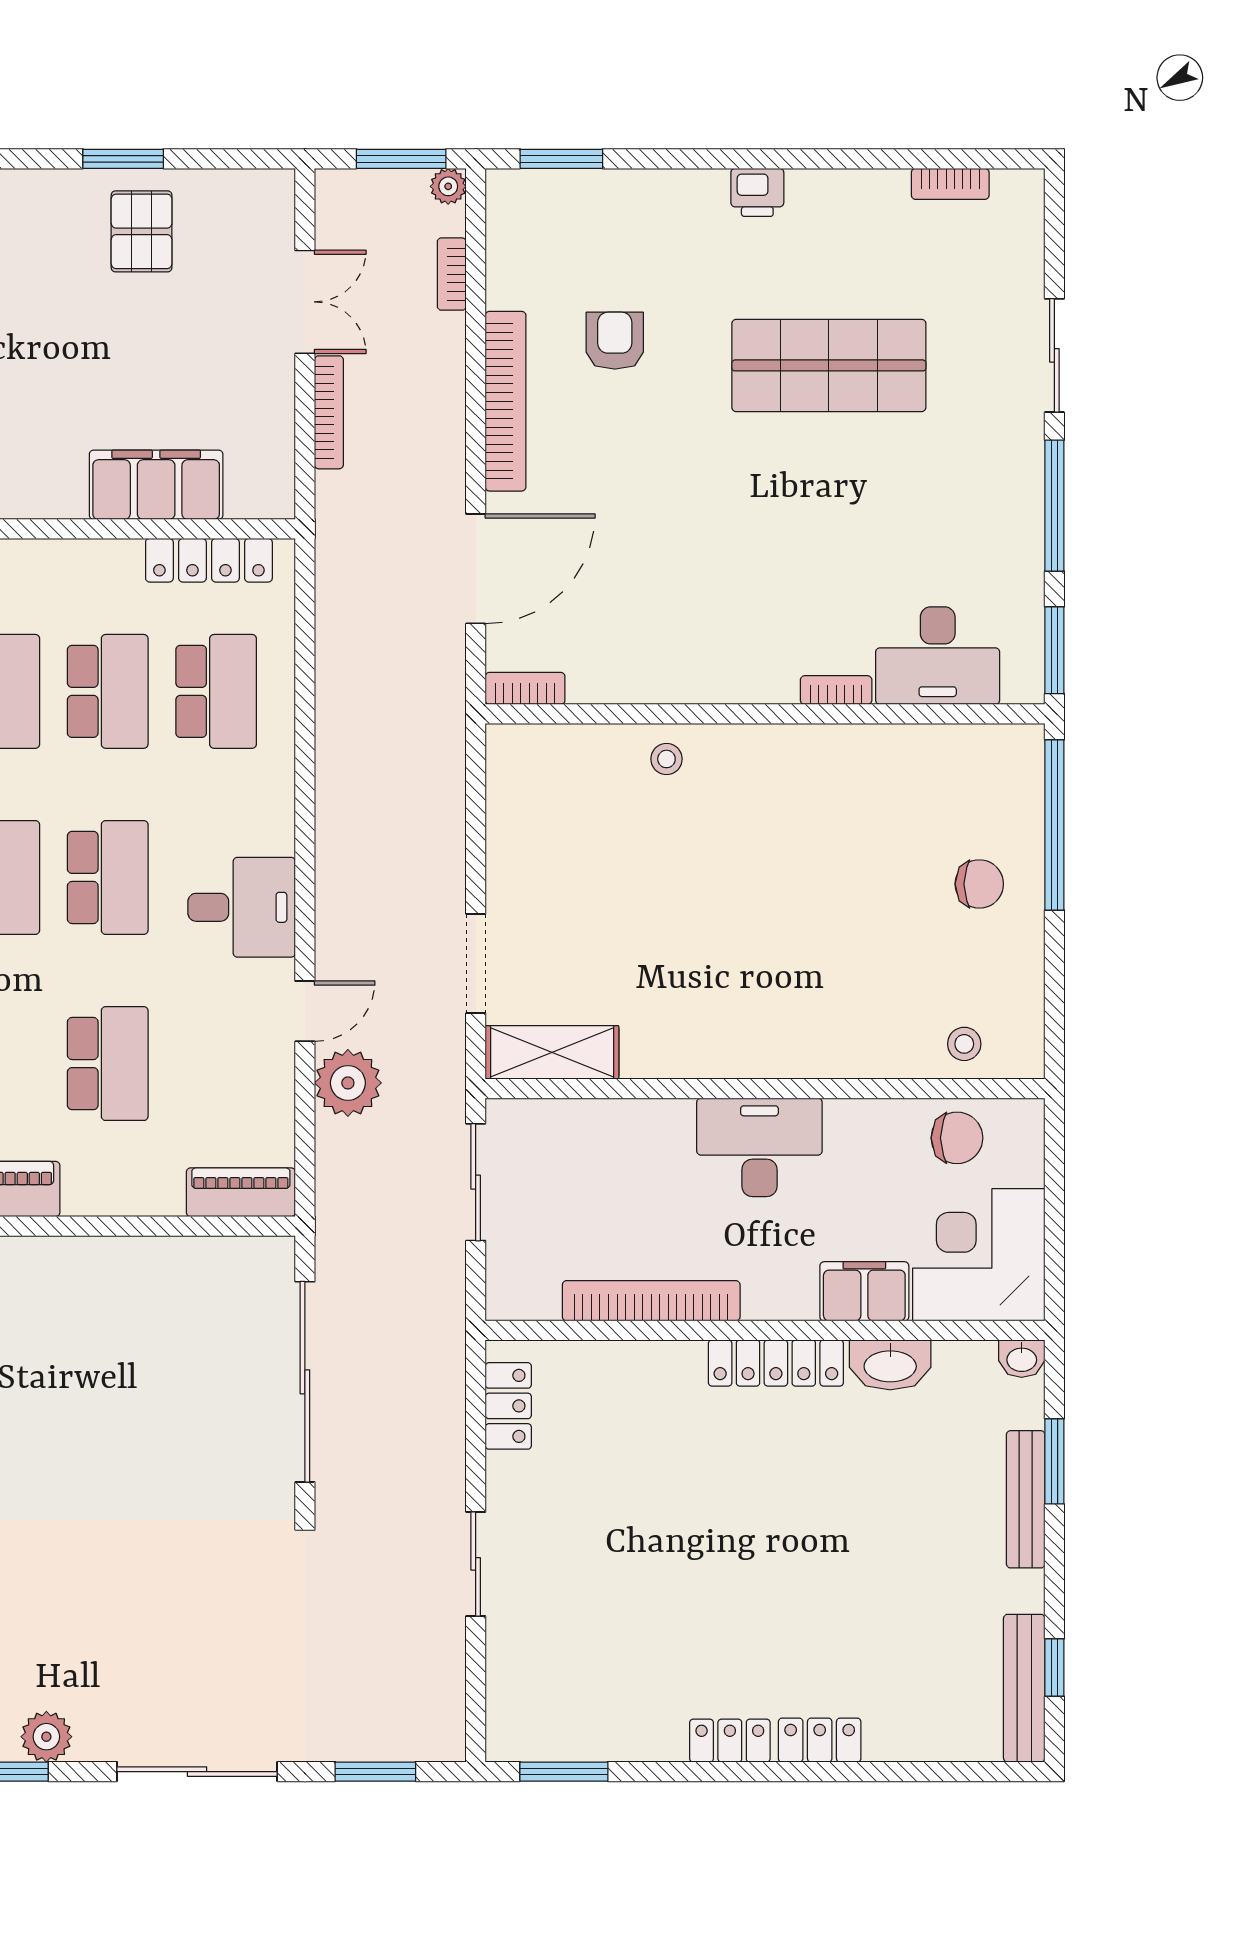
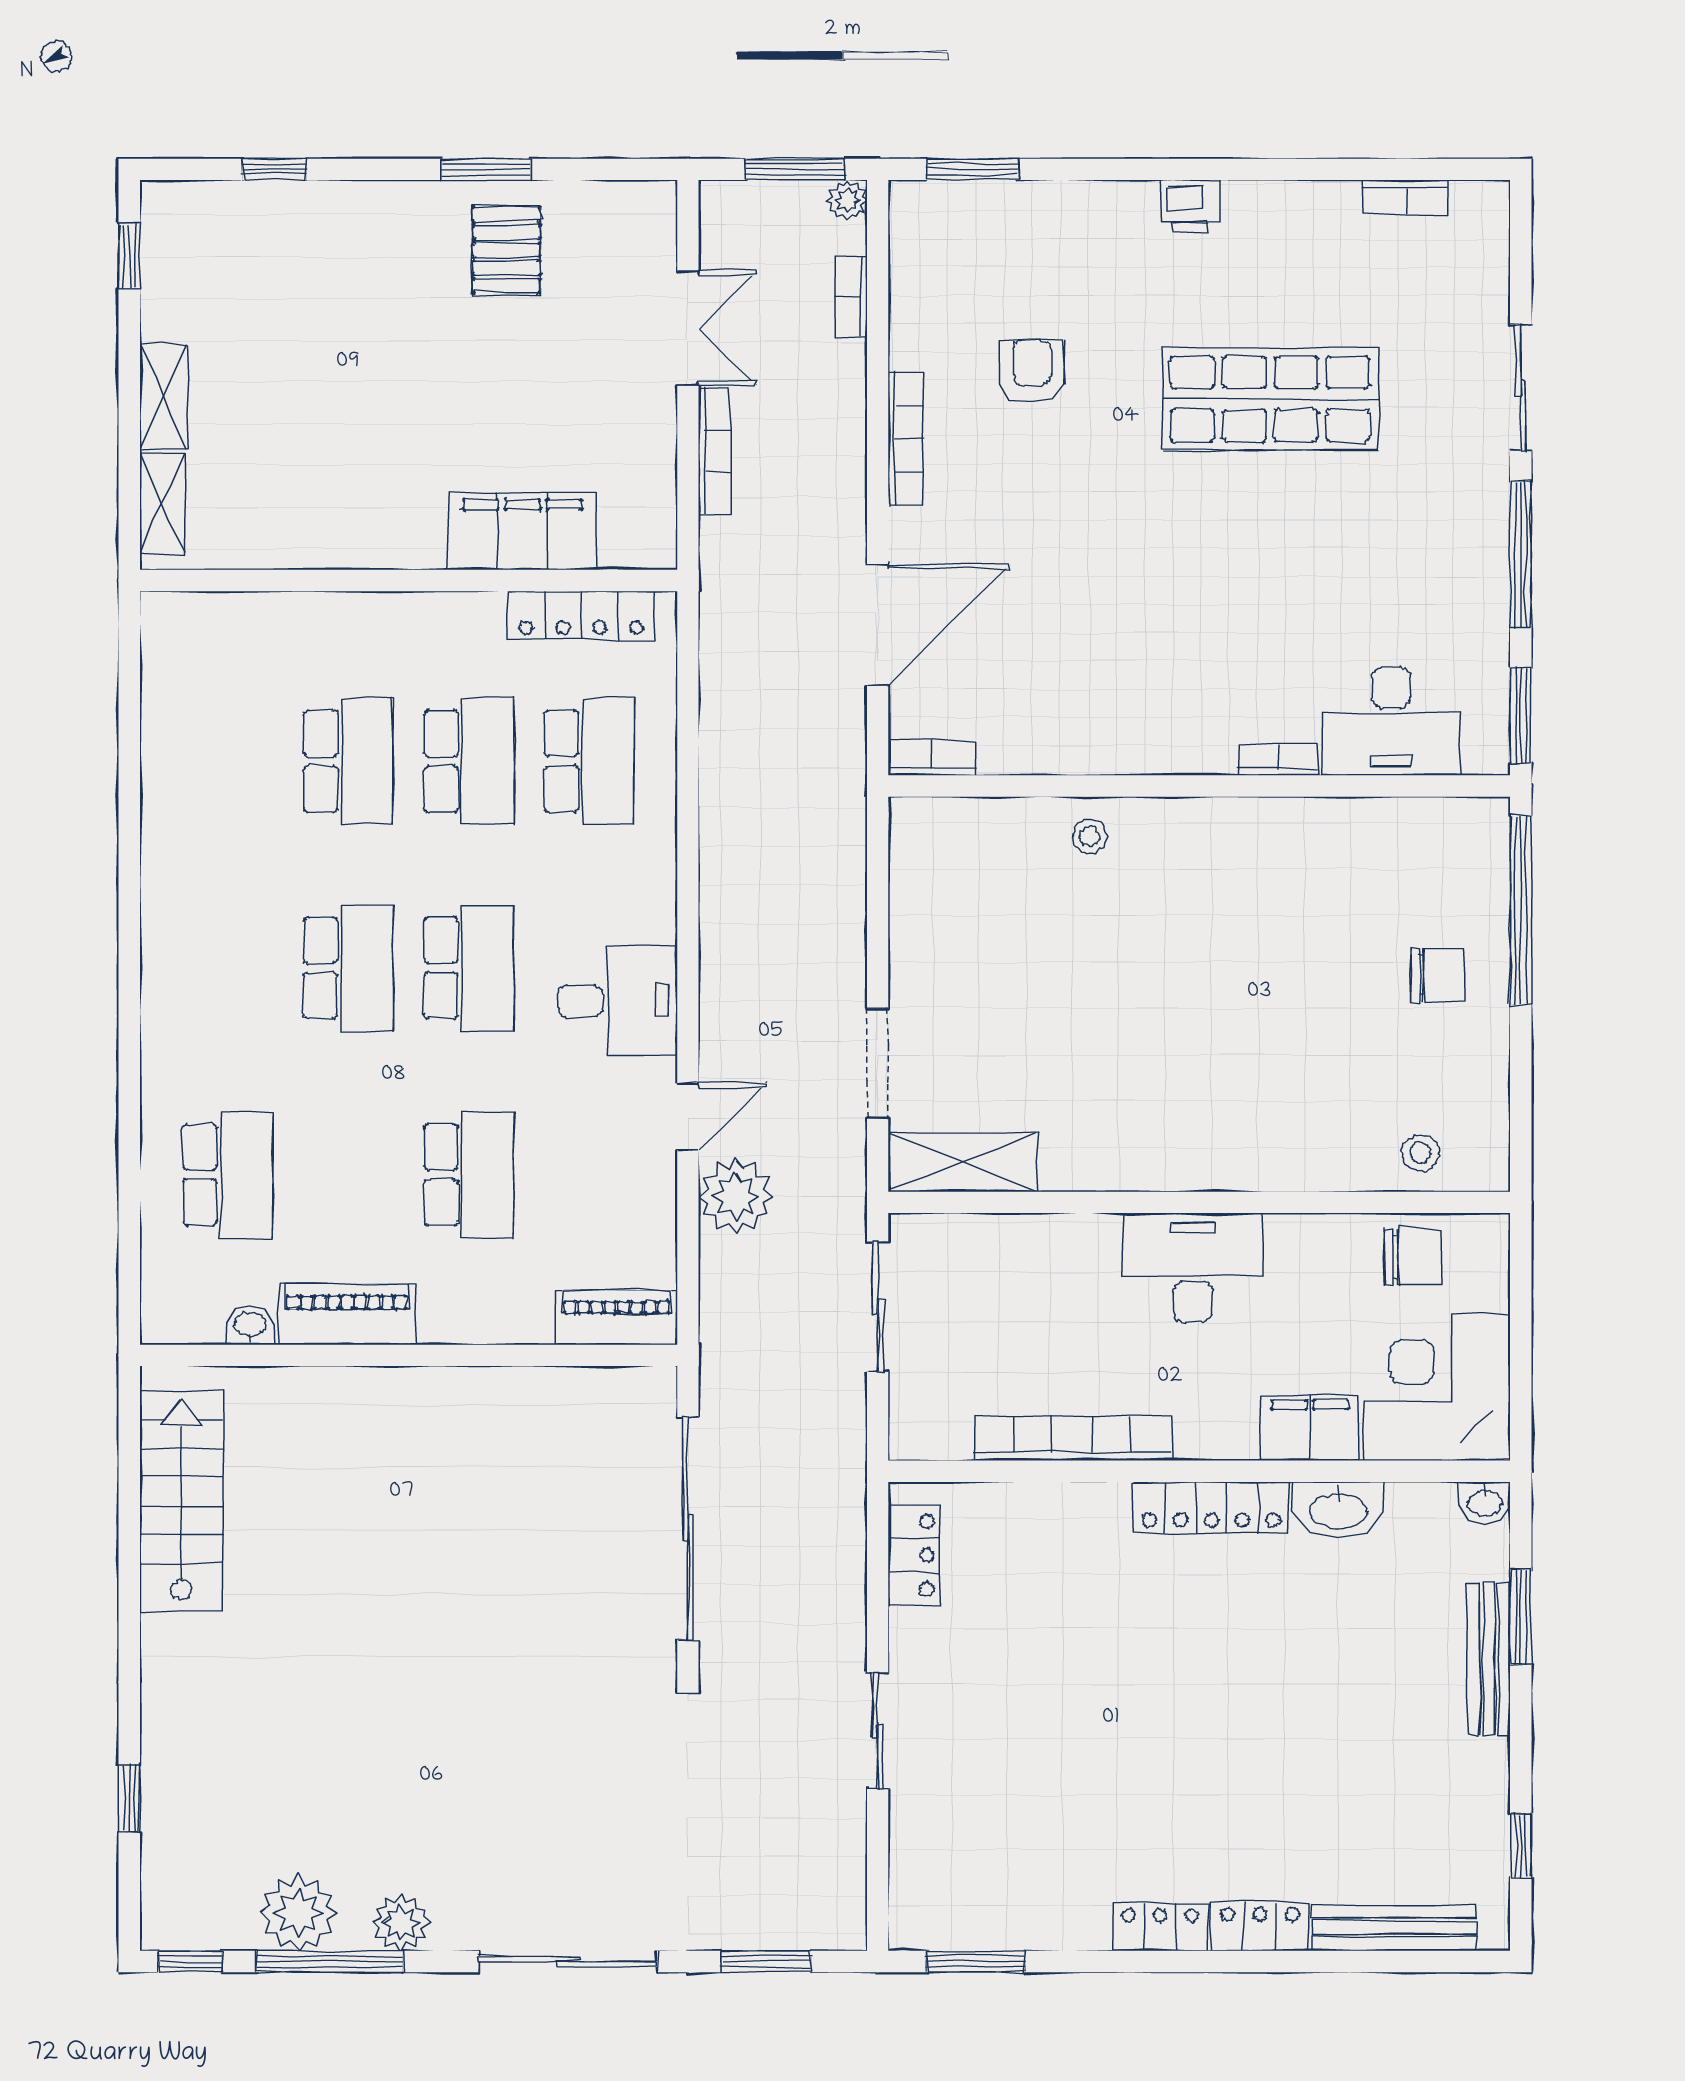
bookcase: (506, 401) -> (906, 439), width x0.68, depth x0.76
bench: (1024, 1688) -> (1395, 1928), moved, turned 90

